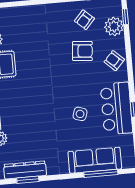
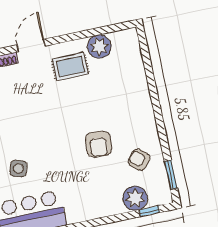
armchair: (82, 51) -> (99, 144), moved
armchair: (114, 61) -> (92, 204), removed

